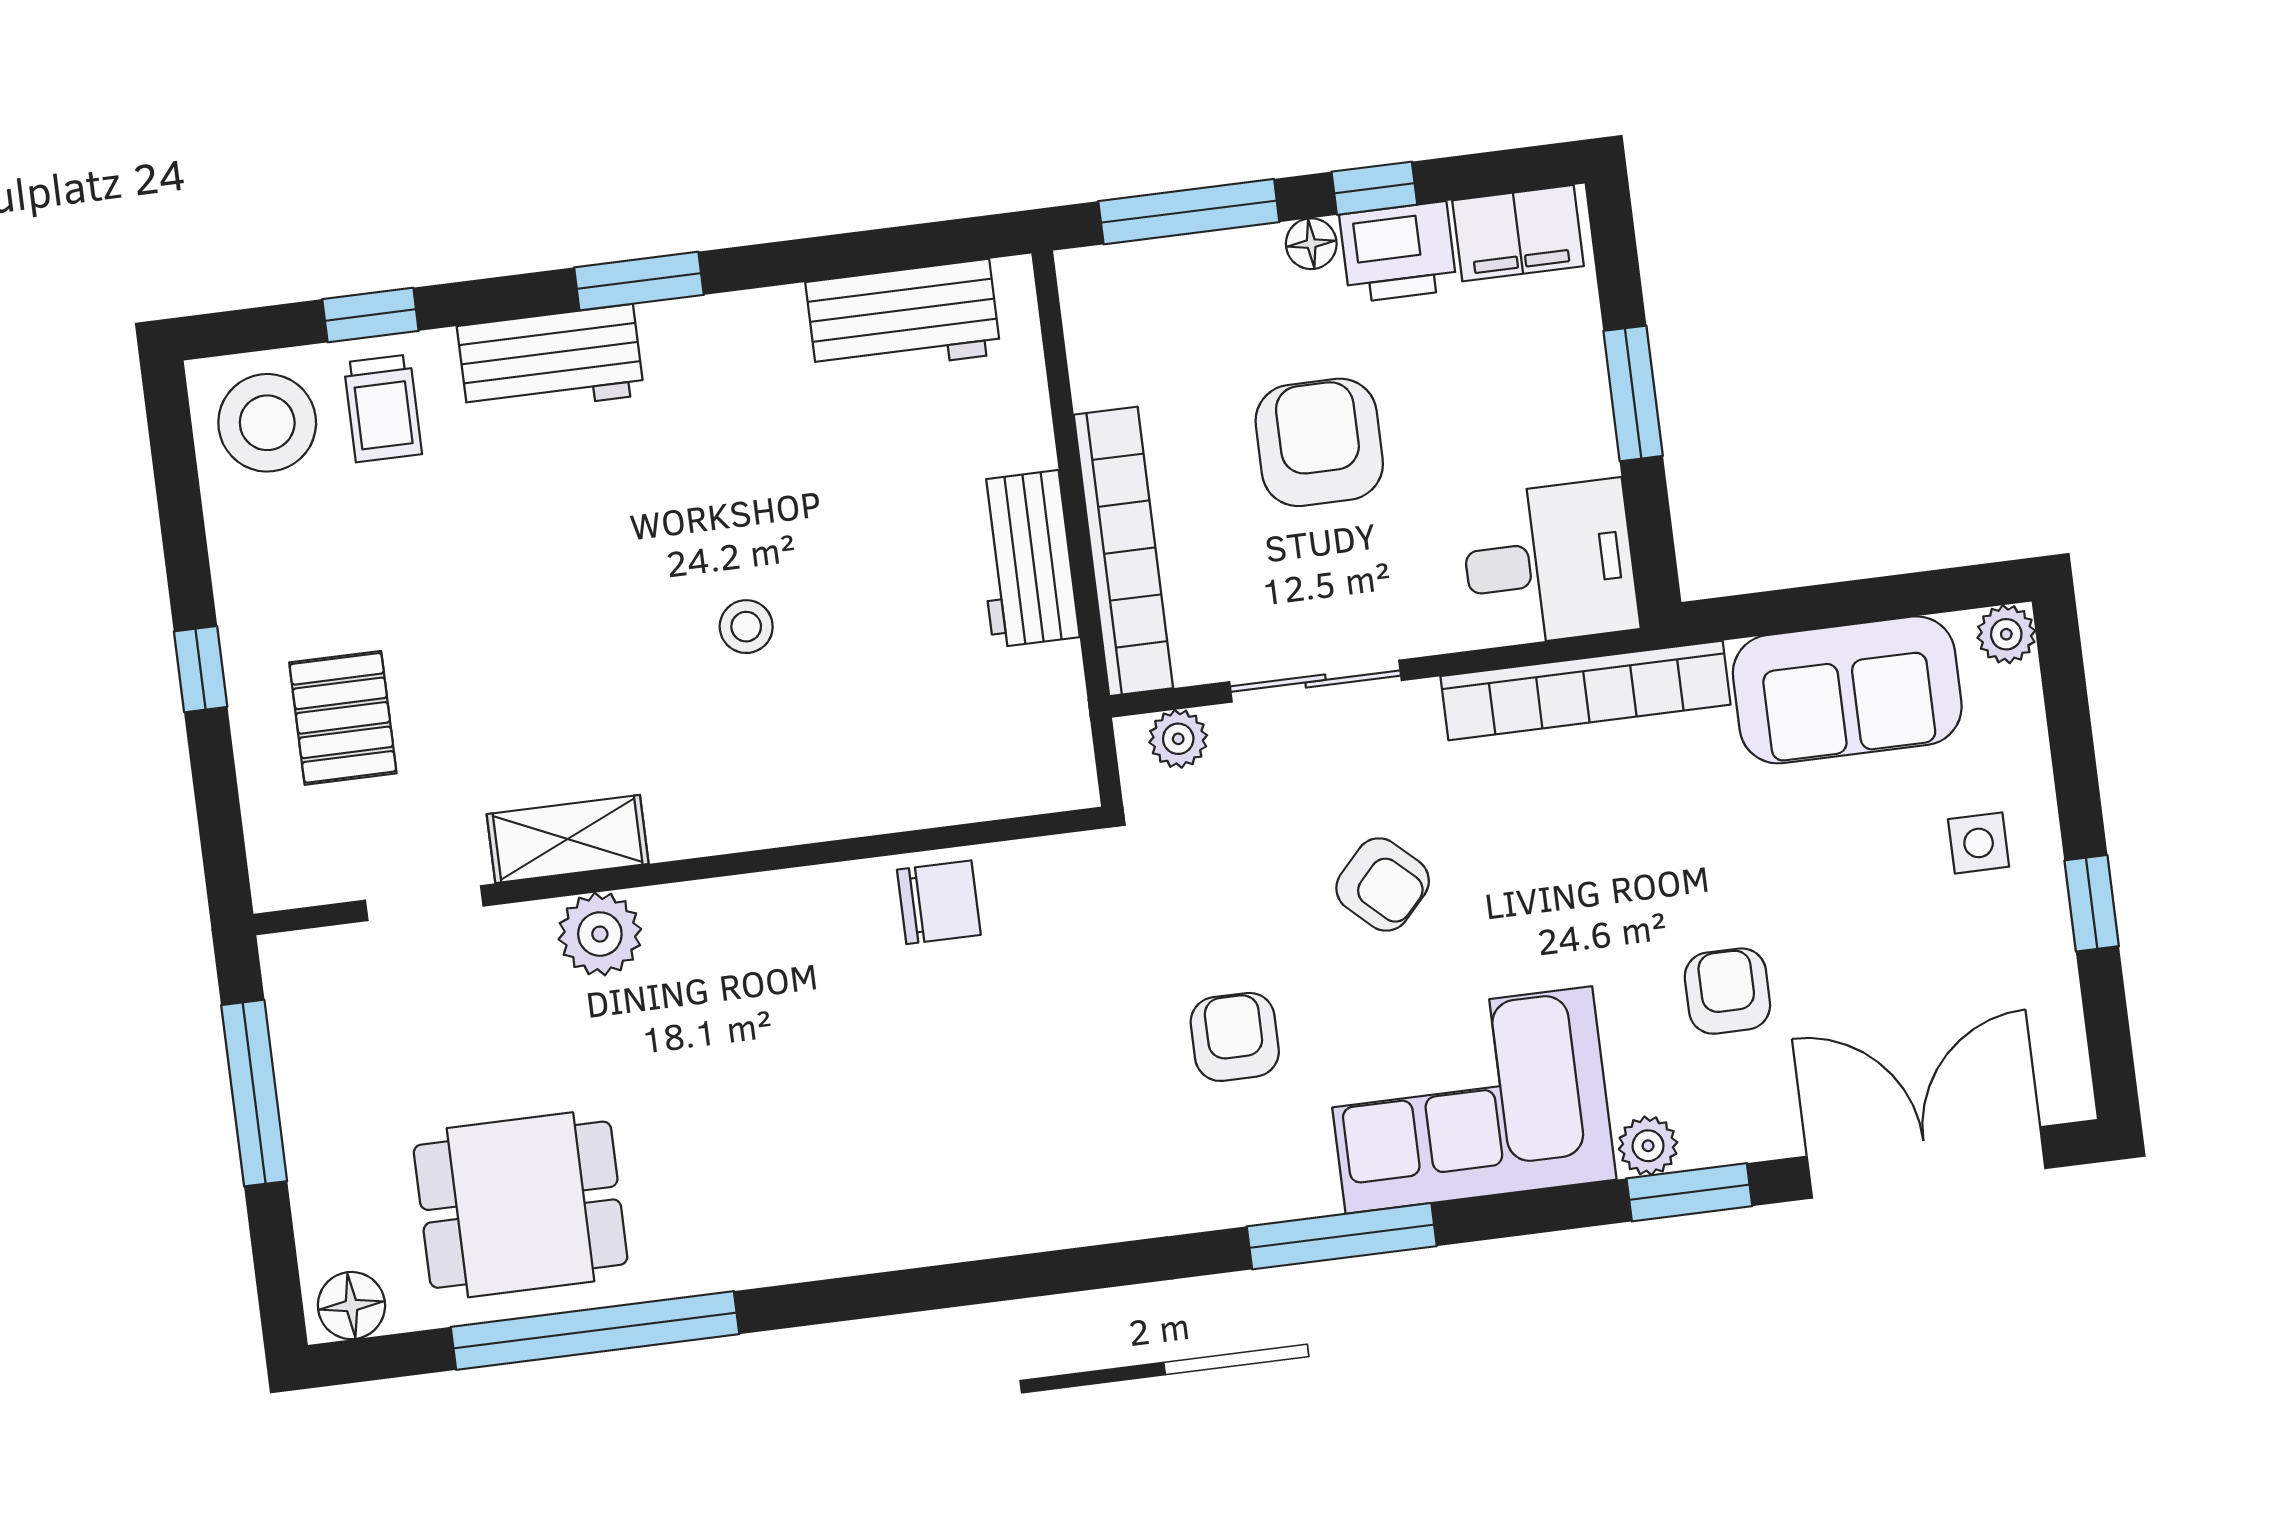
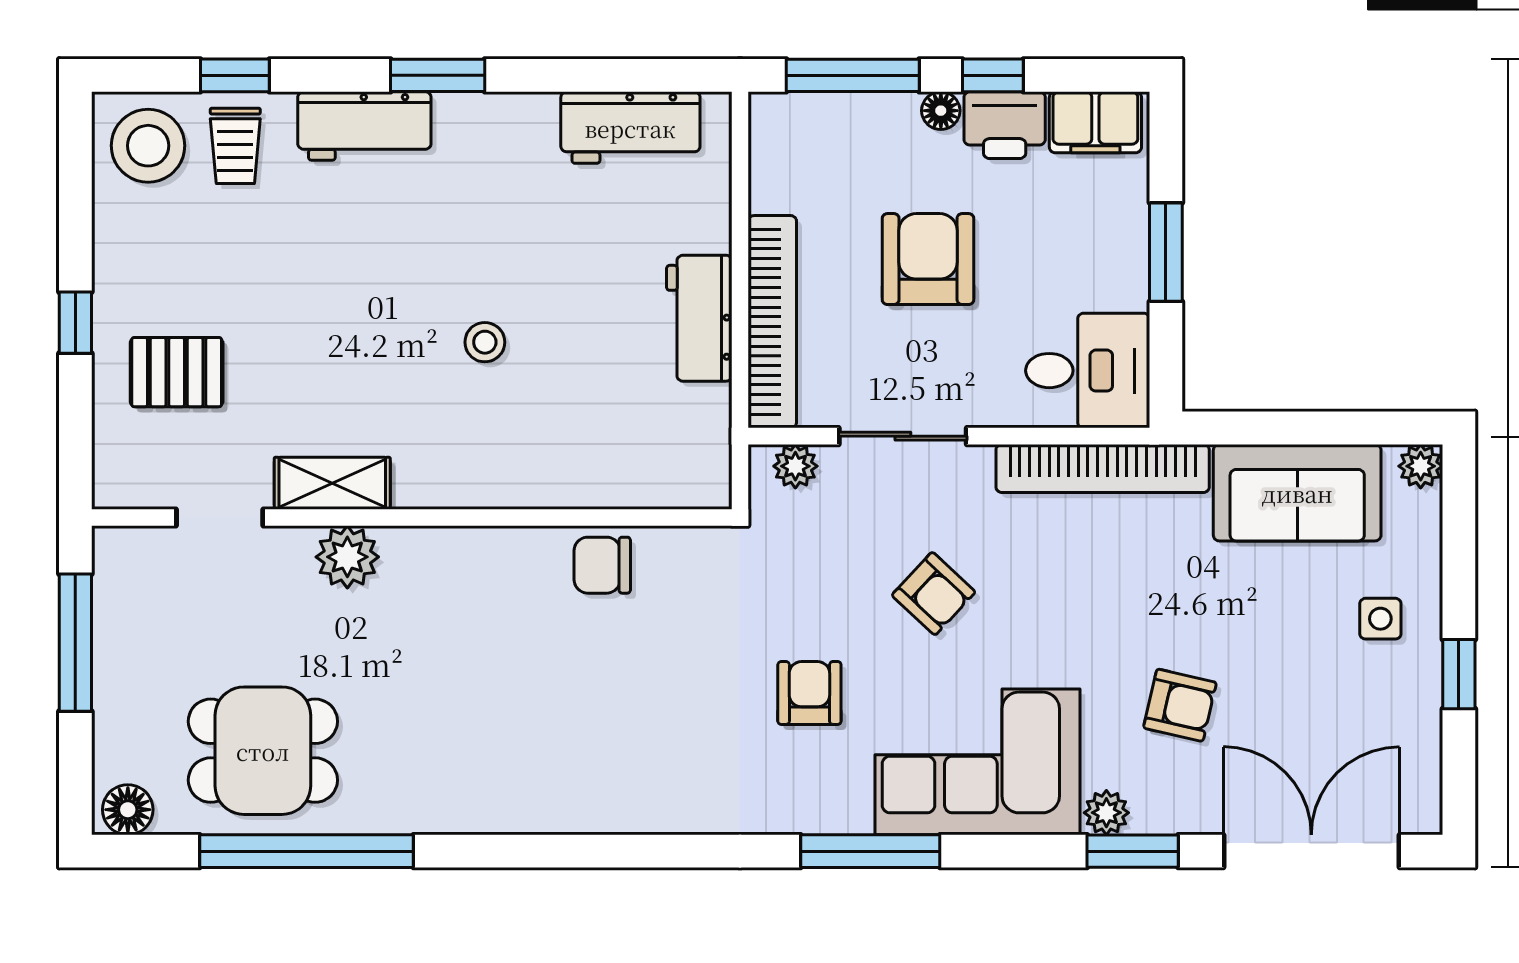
pallet: (343, 718) -> (177, 372), turned 90
chair: (939, 902) -> (602, 565), turned 180
armchair: (1727, 991) -> (1180, 705), turned 103

